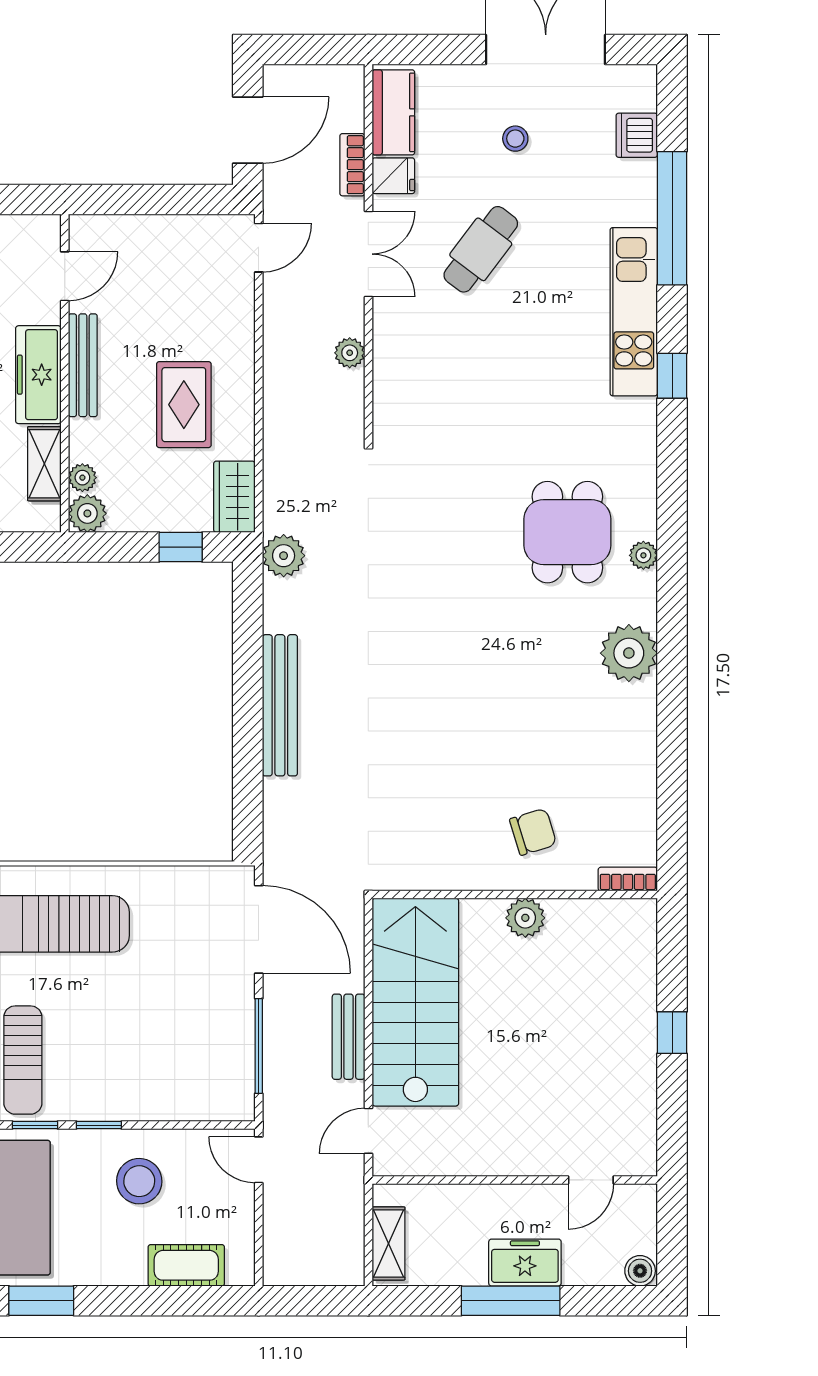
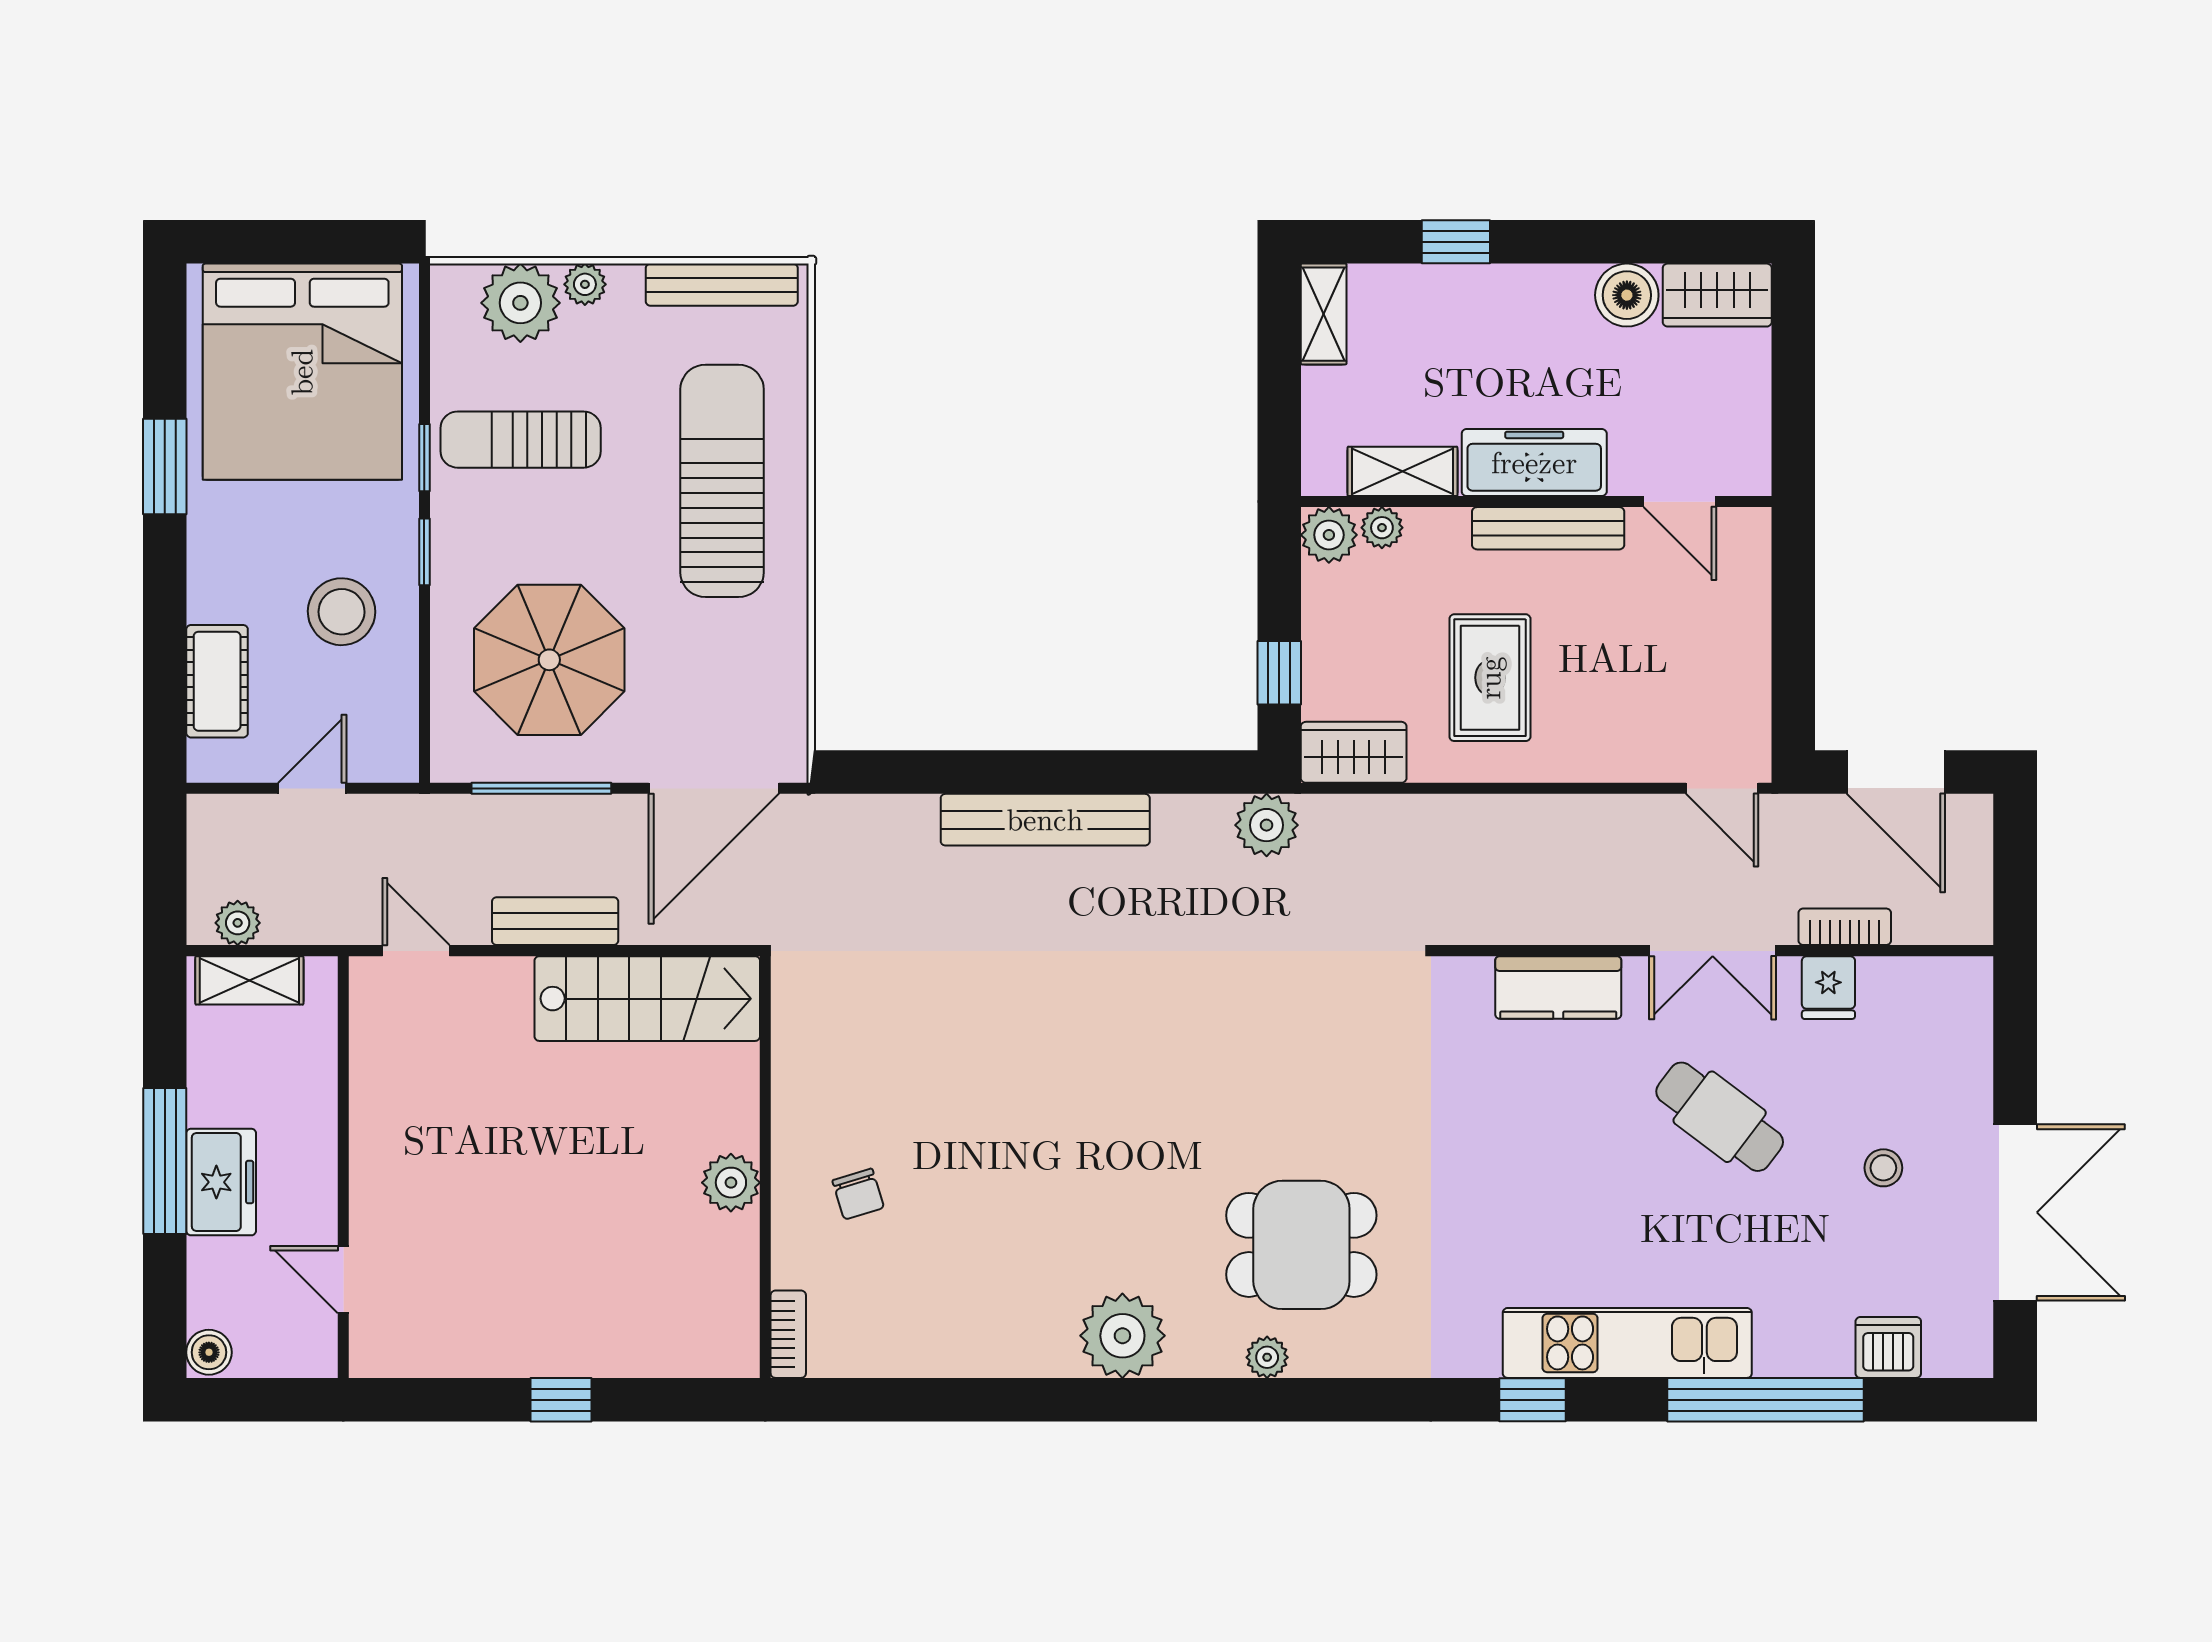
kitchen counter: (393, 112) -> (1558, 988), moved
plant: (350, 353) -> (238, 923), moved
rug: (184, 405) -> (1490, 678), turned 90
chair: (533, 832) -> (858, 1194), width x0.73, depth x0.73
stairs: (415, 1002) -> (647, 999), width x0.73, depth x0.66
parasol: (172, 1041) -> (549, 660), added
door: (259, 1160) -> (312, 788), moved

